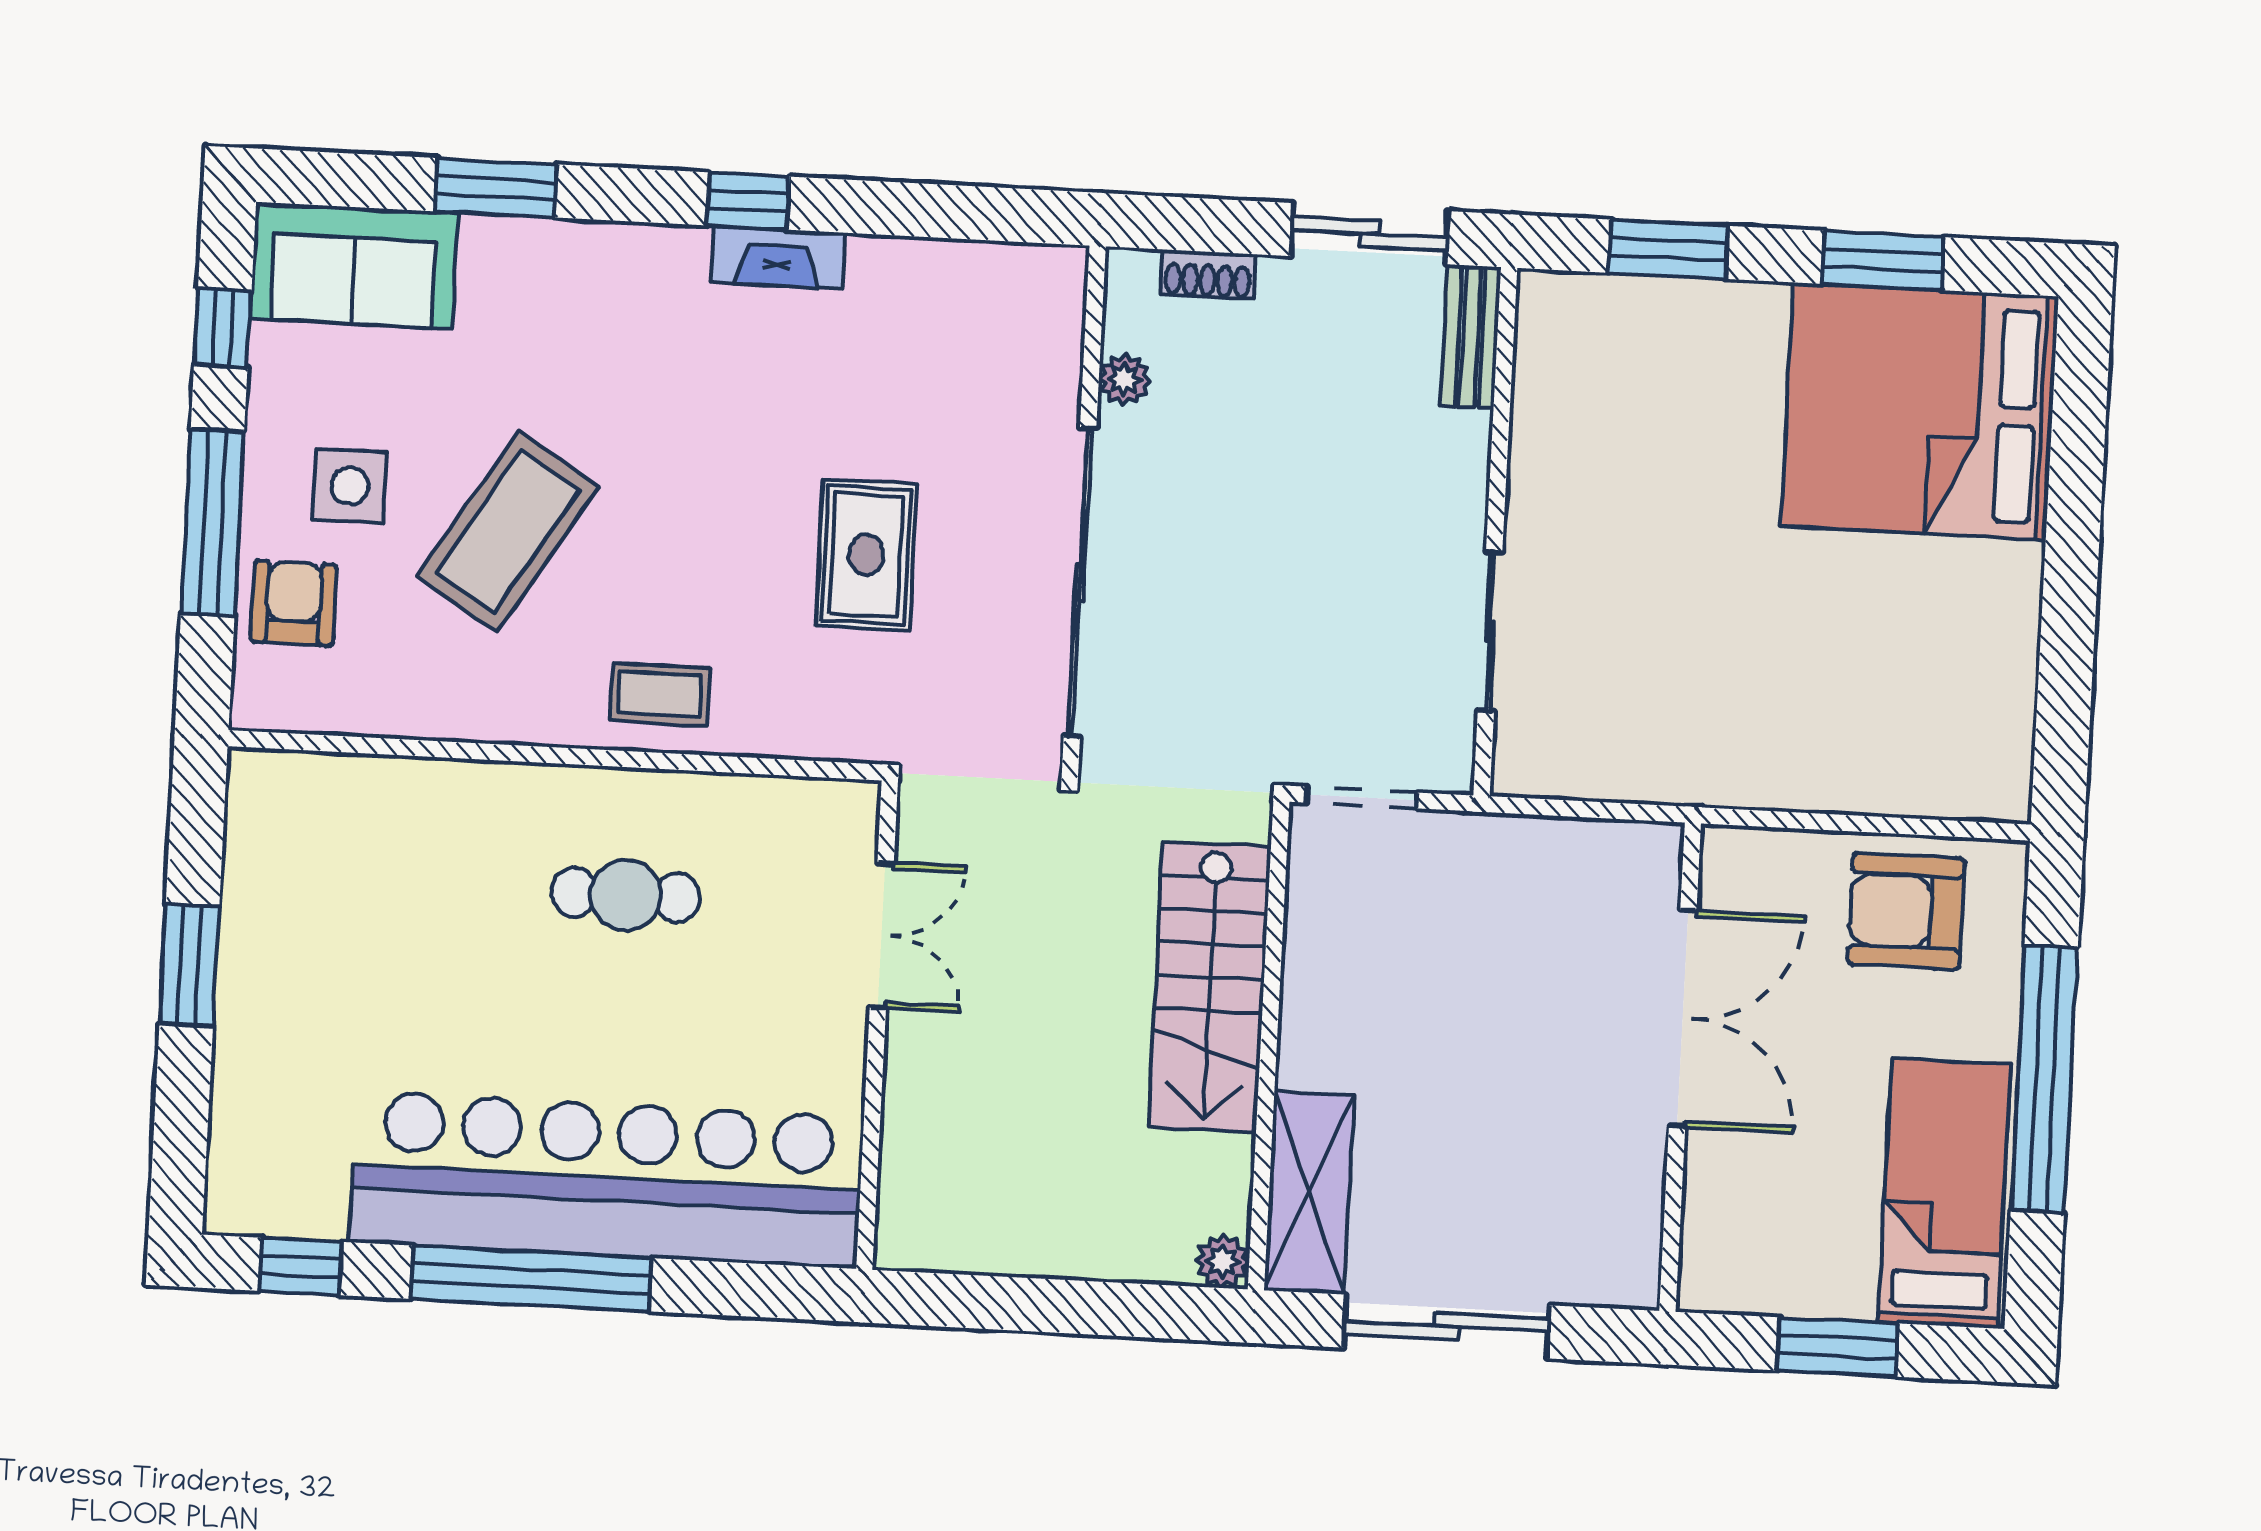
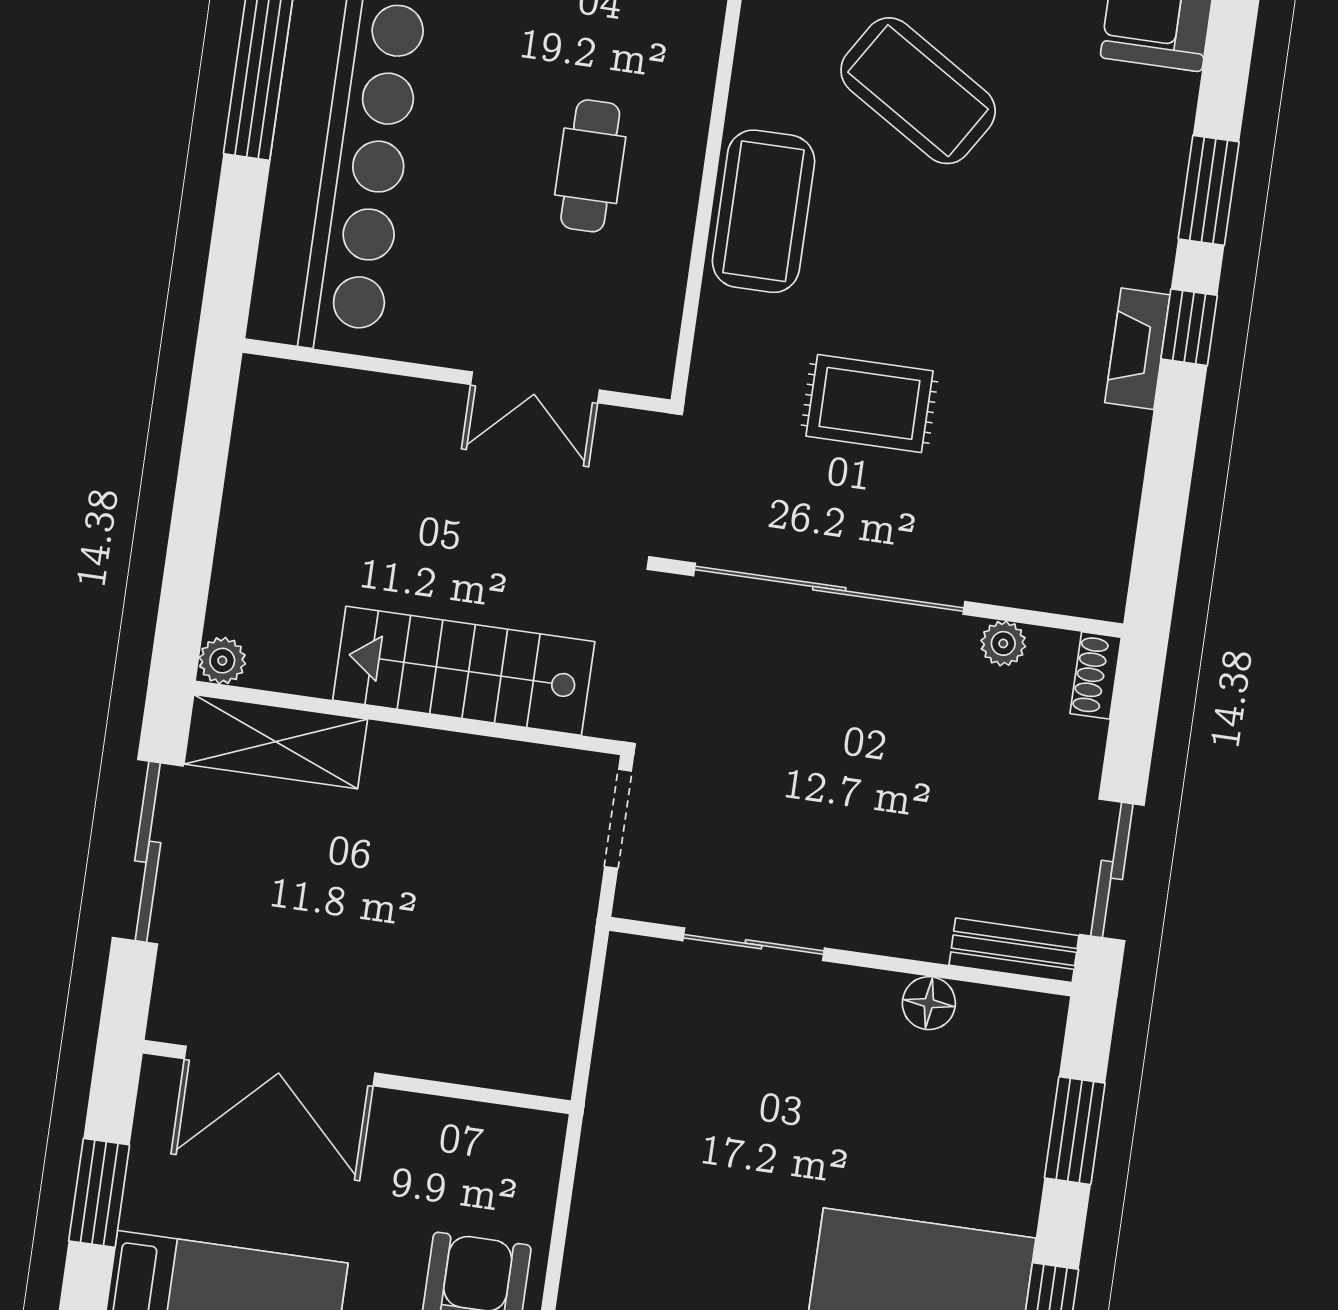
window: (496, 188) -> (1209, 190), moved
shoe rack: (1208, 275) -> (1096, 675), moved
floor lamp: (1539, 427) -> (929, 1003), added
coffee table: (660, 694) -> (763, 211), width x1.86, depth x1.72
double door: (1683, 1018) -> (280, 1066), moved

